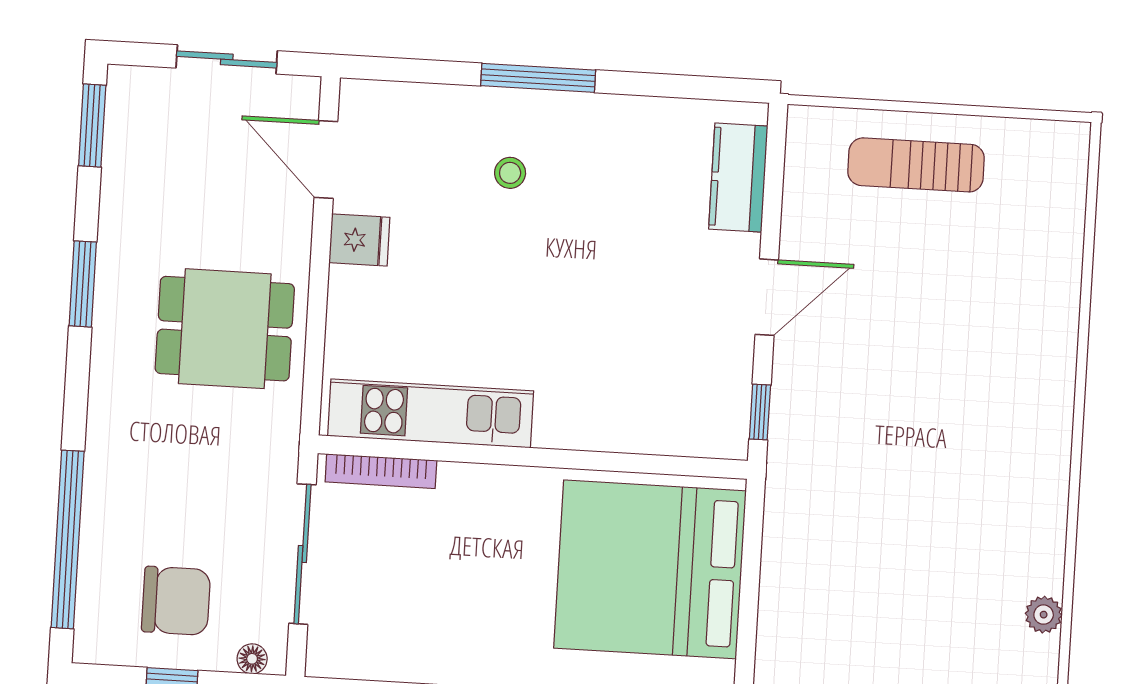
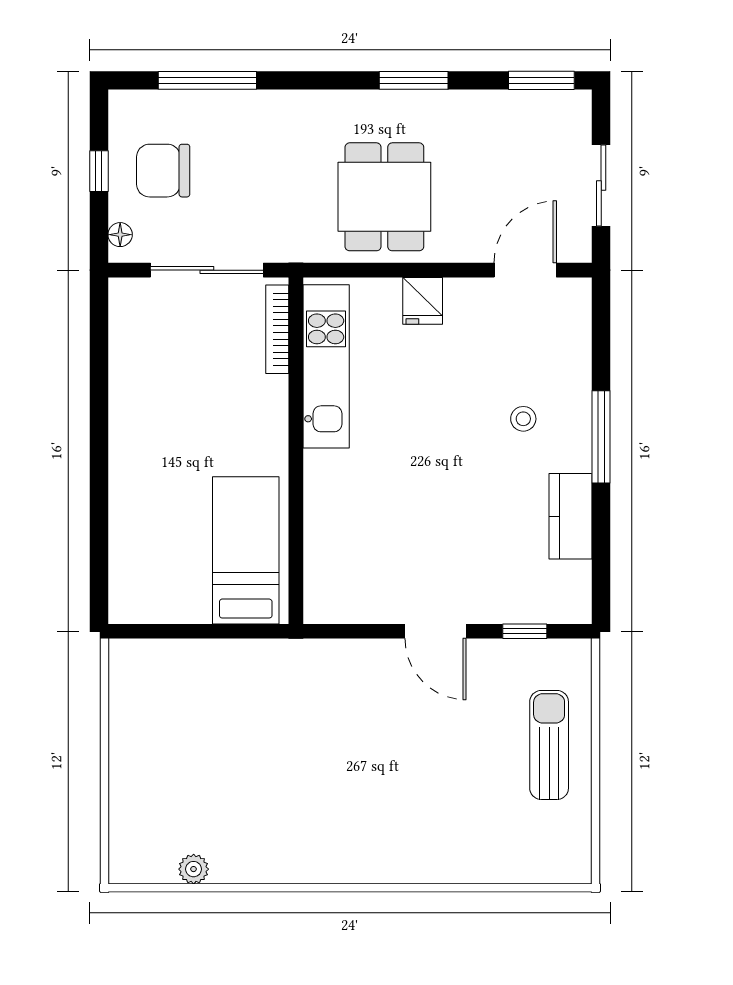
kitchen counter: (738, 178) -> (571, 516), moved, turned -90
fridge: (359, 240) -> (423, 301), moved
window: (760, 412) -> (525, 631), moved
window: (68, 539) -> (207, 80), width x0.68
bed: (650, 569) -> (246, 550), width x0.49
chair: (176, 601) -> (163, 171), turned 90

